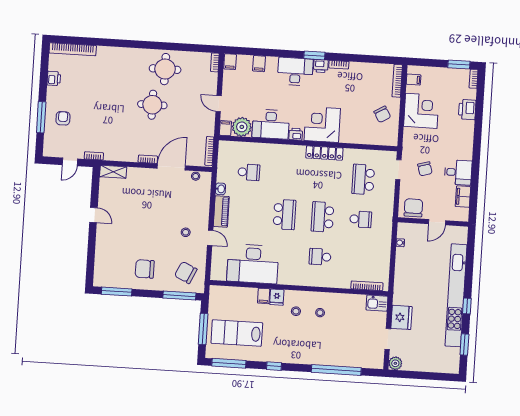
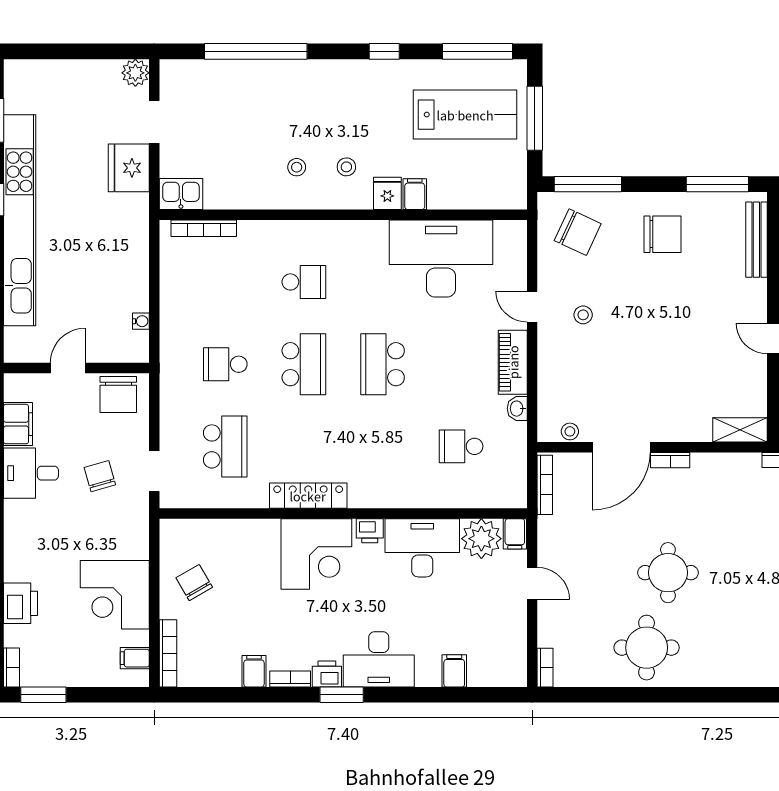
filing cabinet: (230, 62) -> (254, 671), moved
bench: (99, 263) -> (756, 240), added

